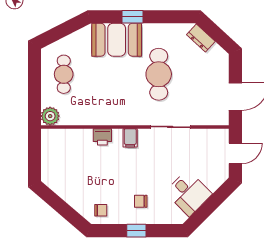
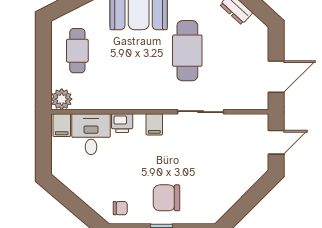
filing cabinet: (50, 139) -> (62, 125), added
desk: (188, 193) -> (91, 134), moved, turned -135
chair: (141, 201) -> (167, 198), width x1.87, depth x1.87

